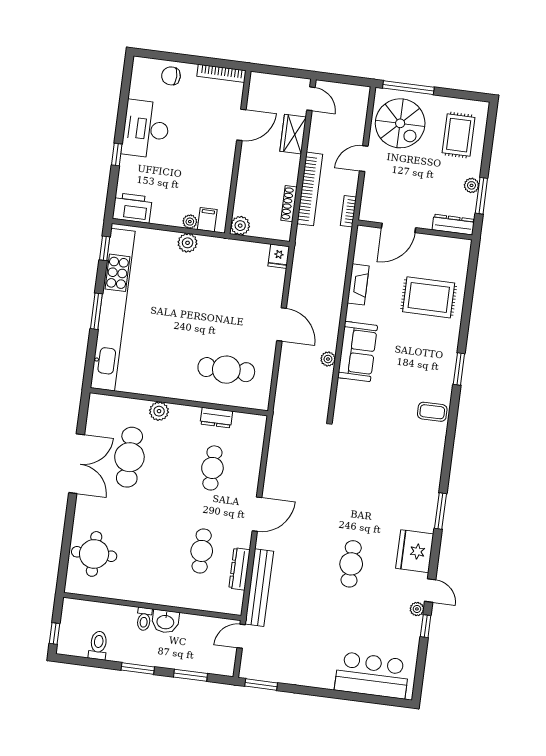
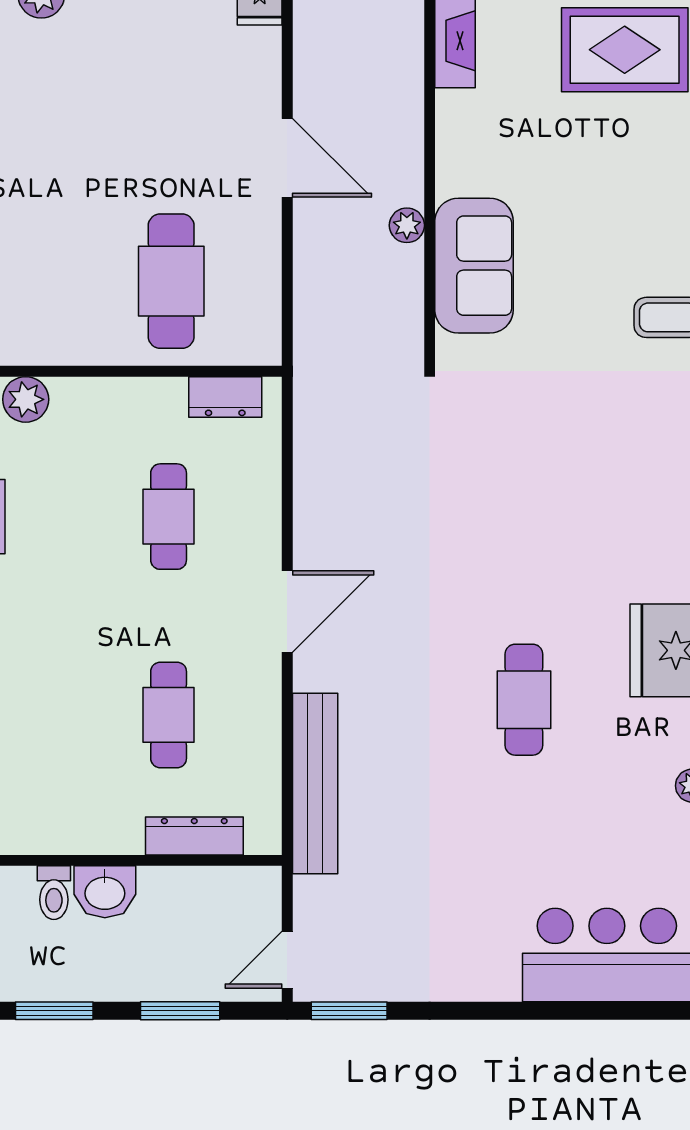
sofa: (358, 352) -> (474, 266), moved
cafe table: (226, 370) -> (171, 281), turned 90
dresser: (216, 418) -> (225, 397), moved
dresser: (239, 569) -> (194, 836), moved, turned 90
door: (241, 636) -> (287, 960), moved

